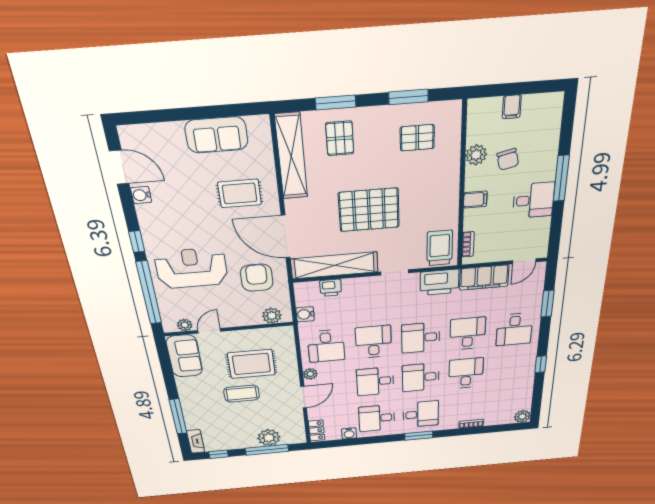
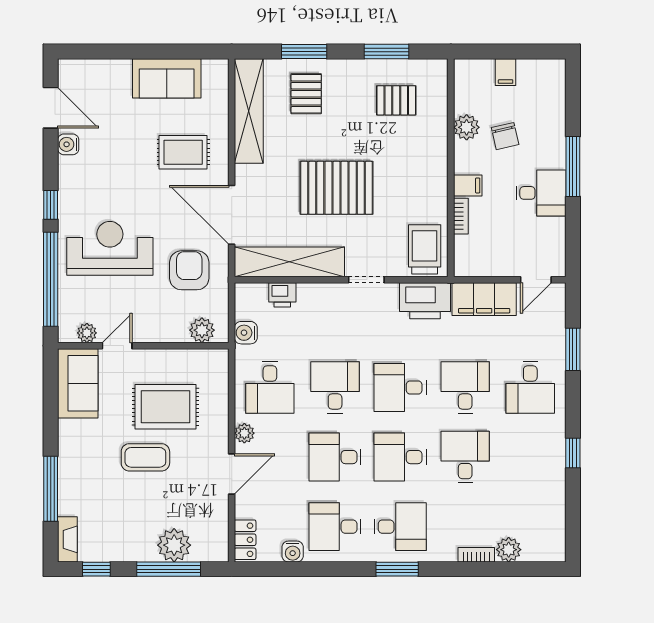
bookcase: (468, 244) -> (461, 216), moved
plant: (522, 416) -> (509, 550), moved

